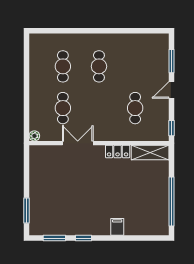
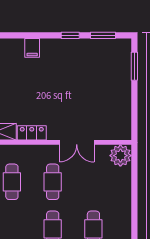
cafe table: (63, 108) -> (53, 182), moved
plant: (34, 136) -> (120, 156), width x1.88, depth x1.88

